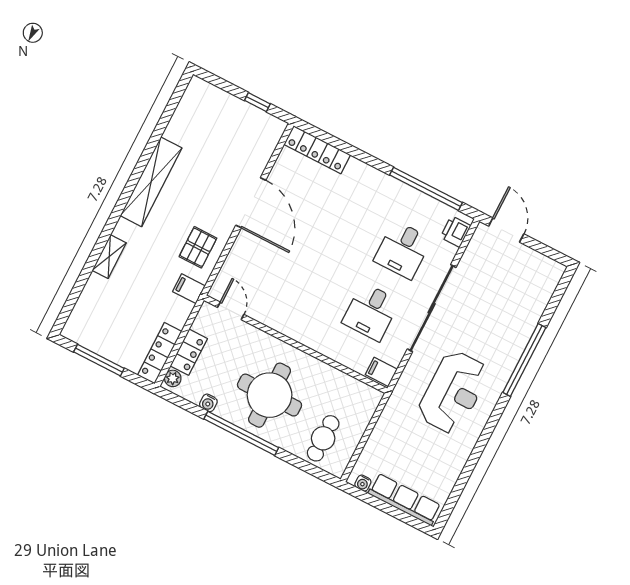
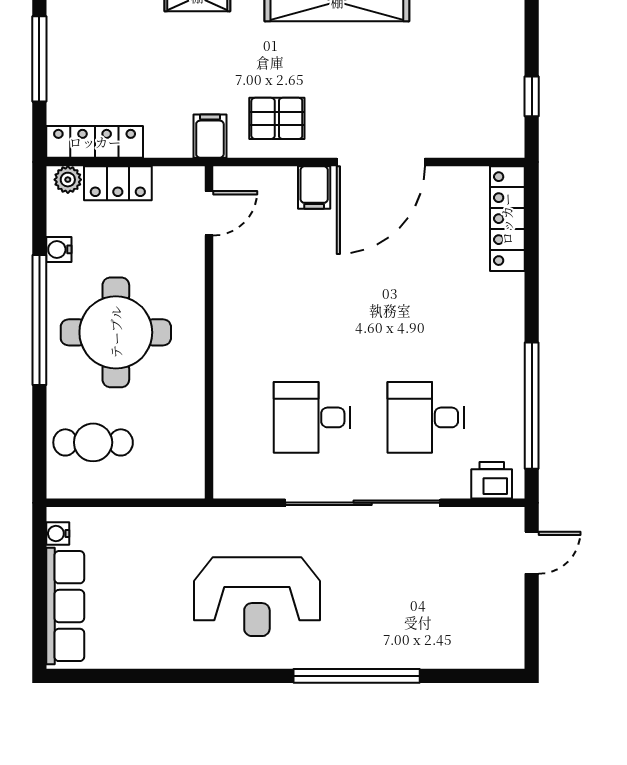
door: (506, 230) -> (532, 553), width x0.73
filing cabinet: (381, 372) -> (314, 188), moved, turned 180

